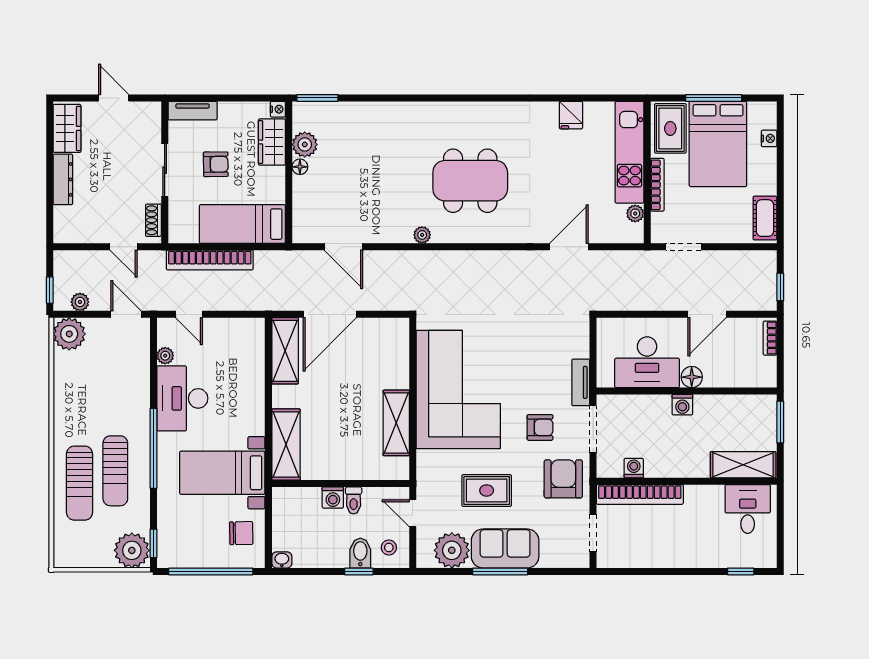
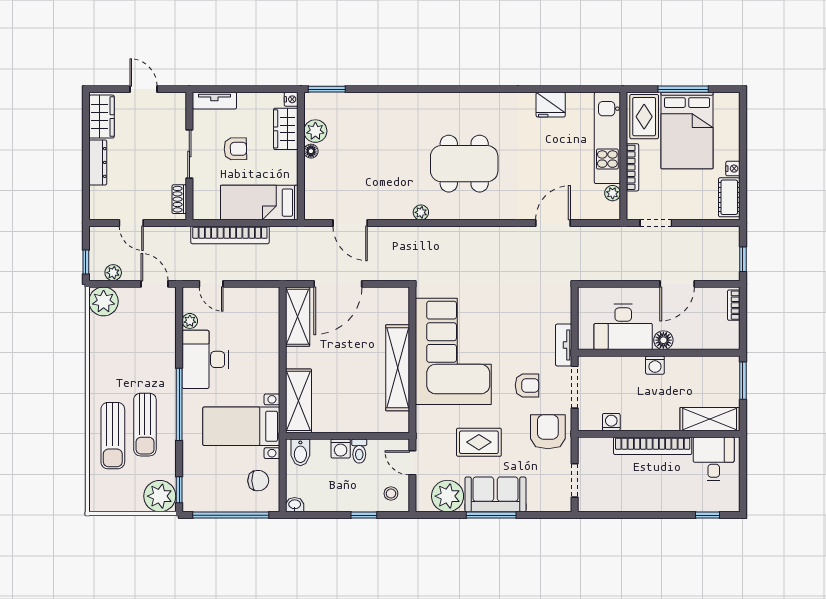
fridge: (571, 115) -> (551, 105), width x1.38
nightstand: (769, 138) -> (733, 169), moved
door: (124, 247) -> (131, 223), moved
shelving: (396, 423) -> (398, 368), width x1.47
bookcase: (640, 494) -> (653, 446), moved
bidet: (360, 553) -> (300, 452), moved, turned 180

